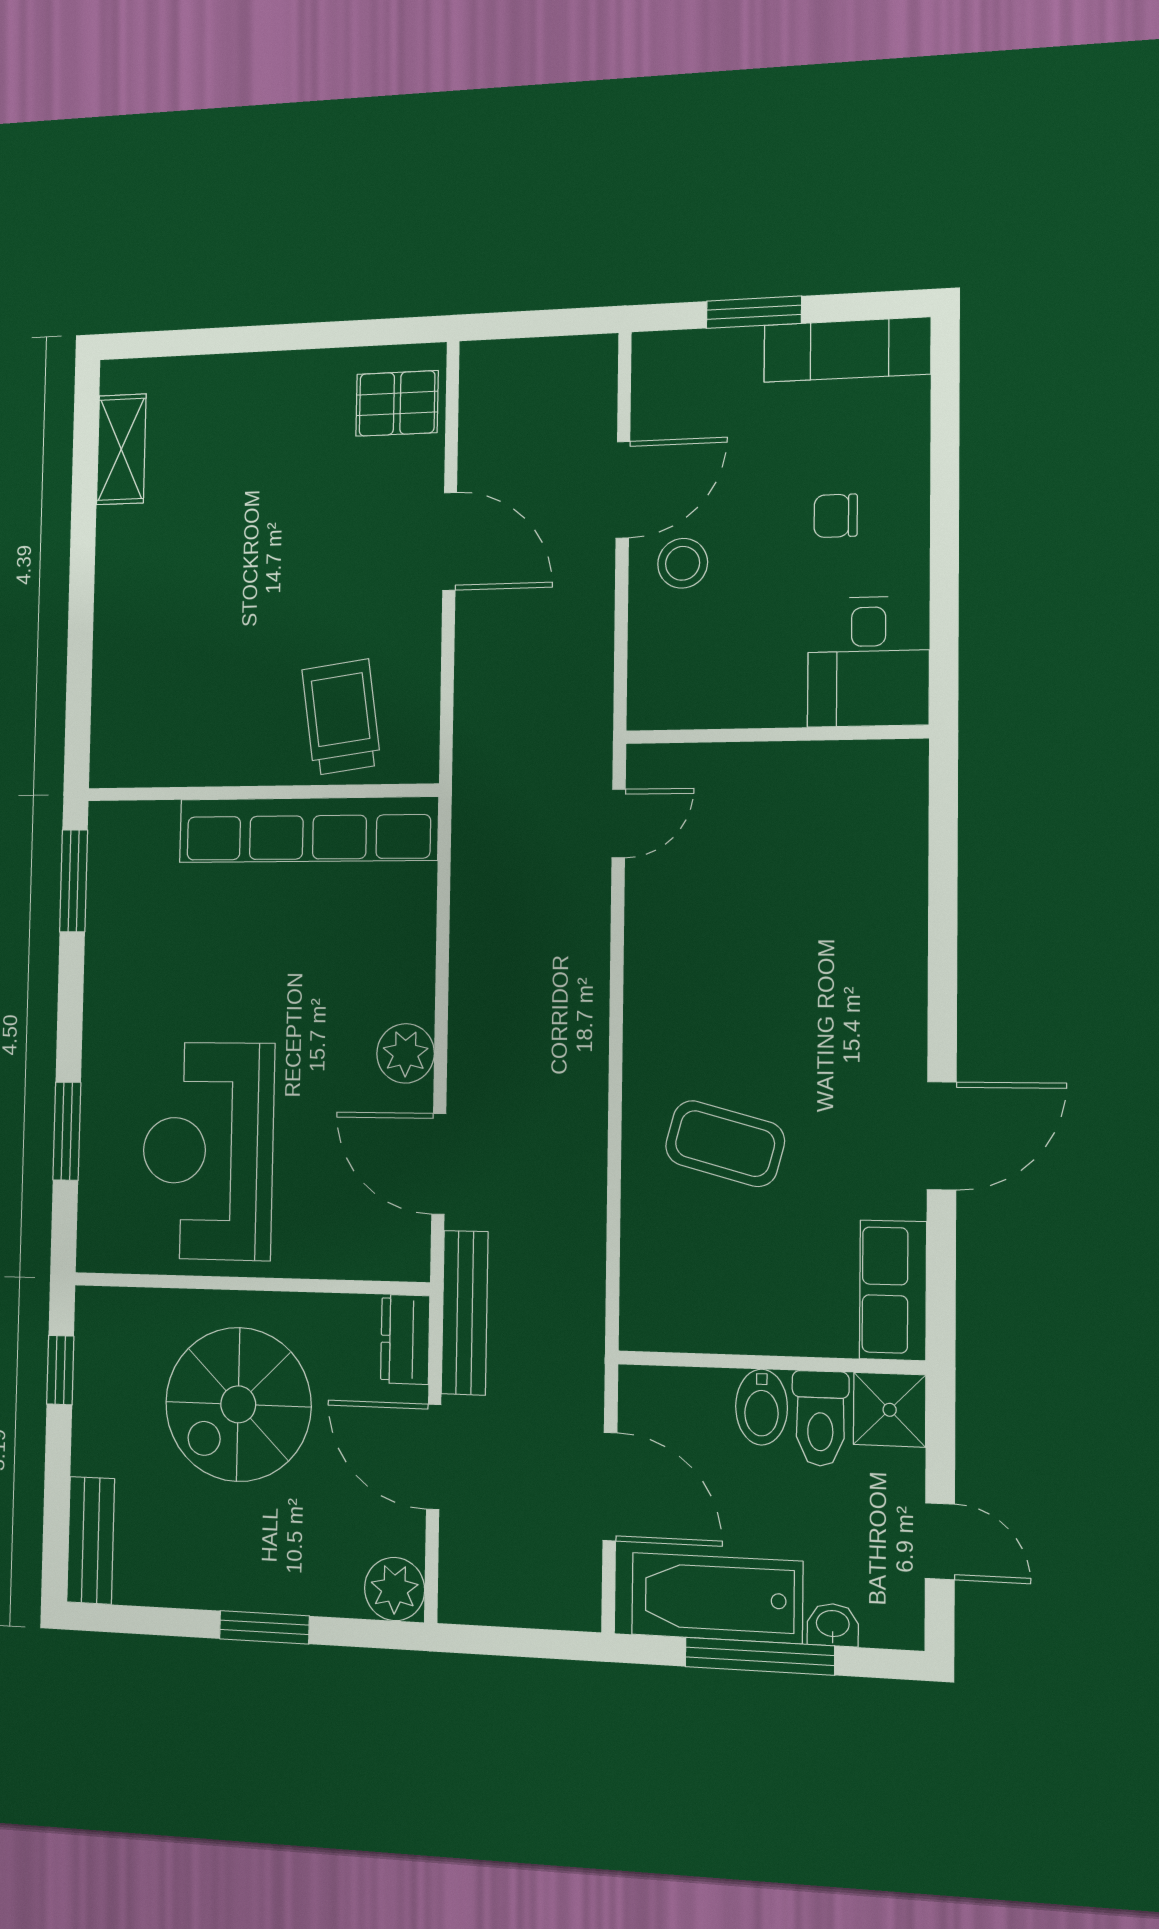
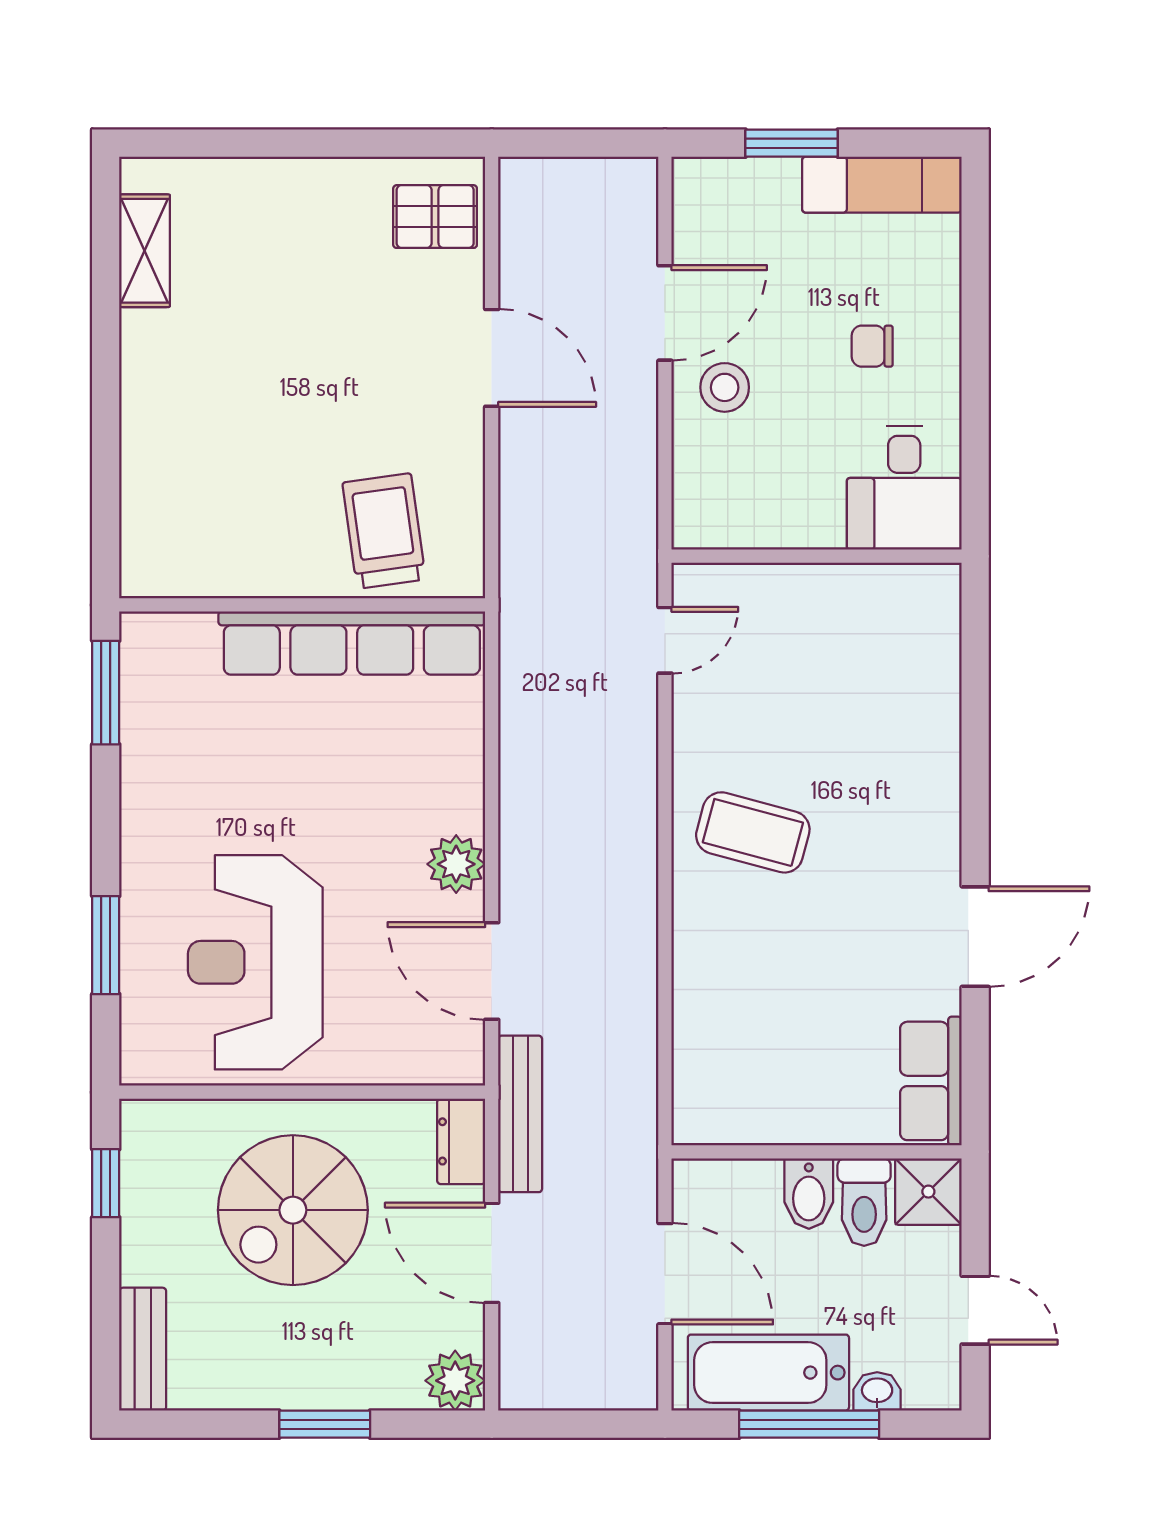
coffee table: (725, 1144) -> (753, 832), moved

